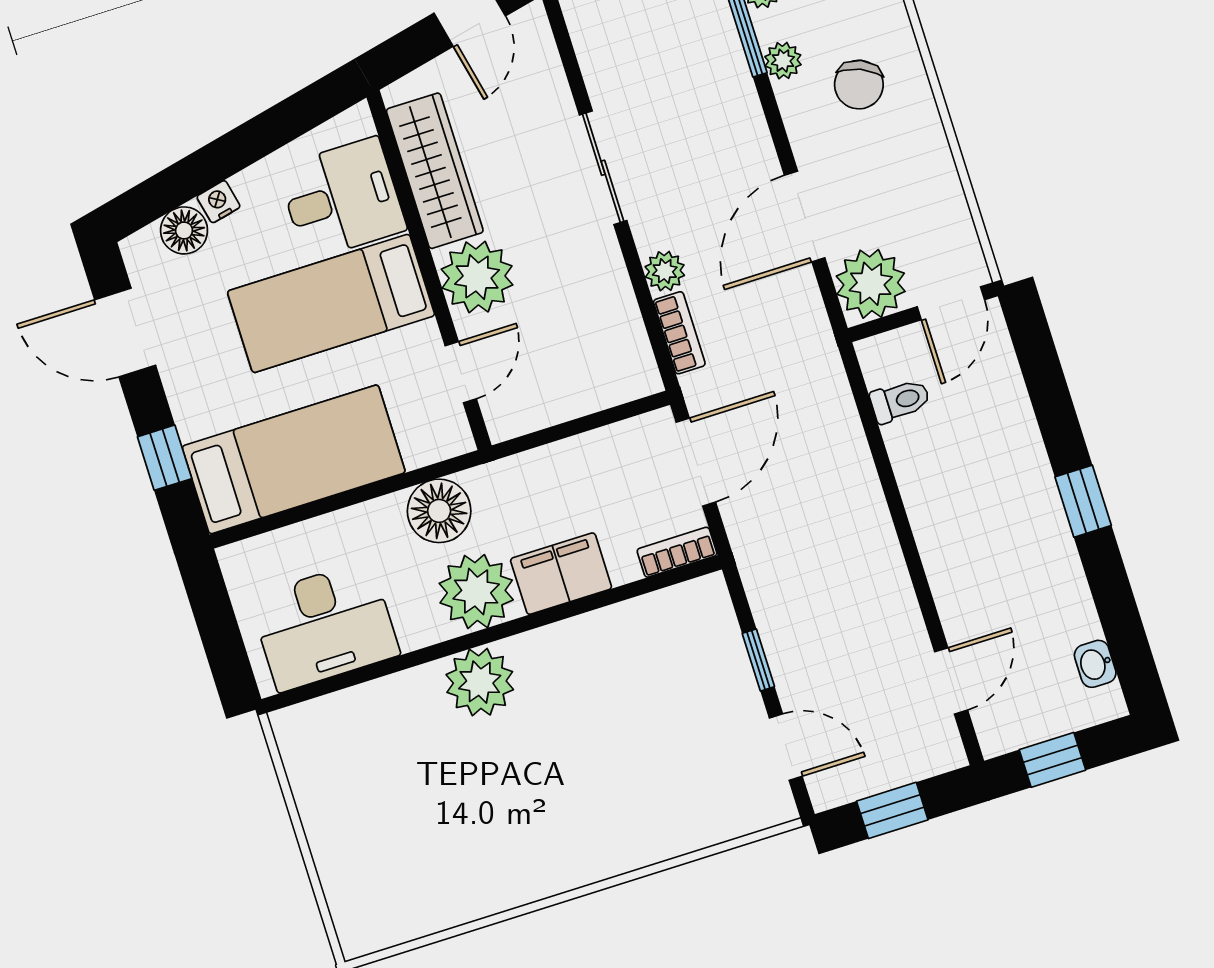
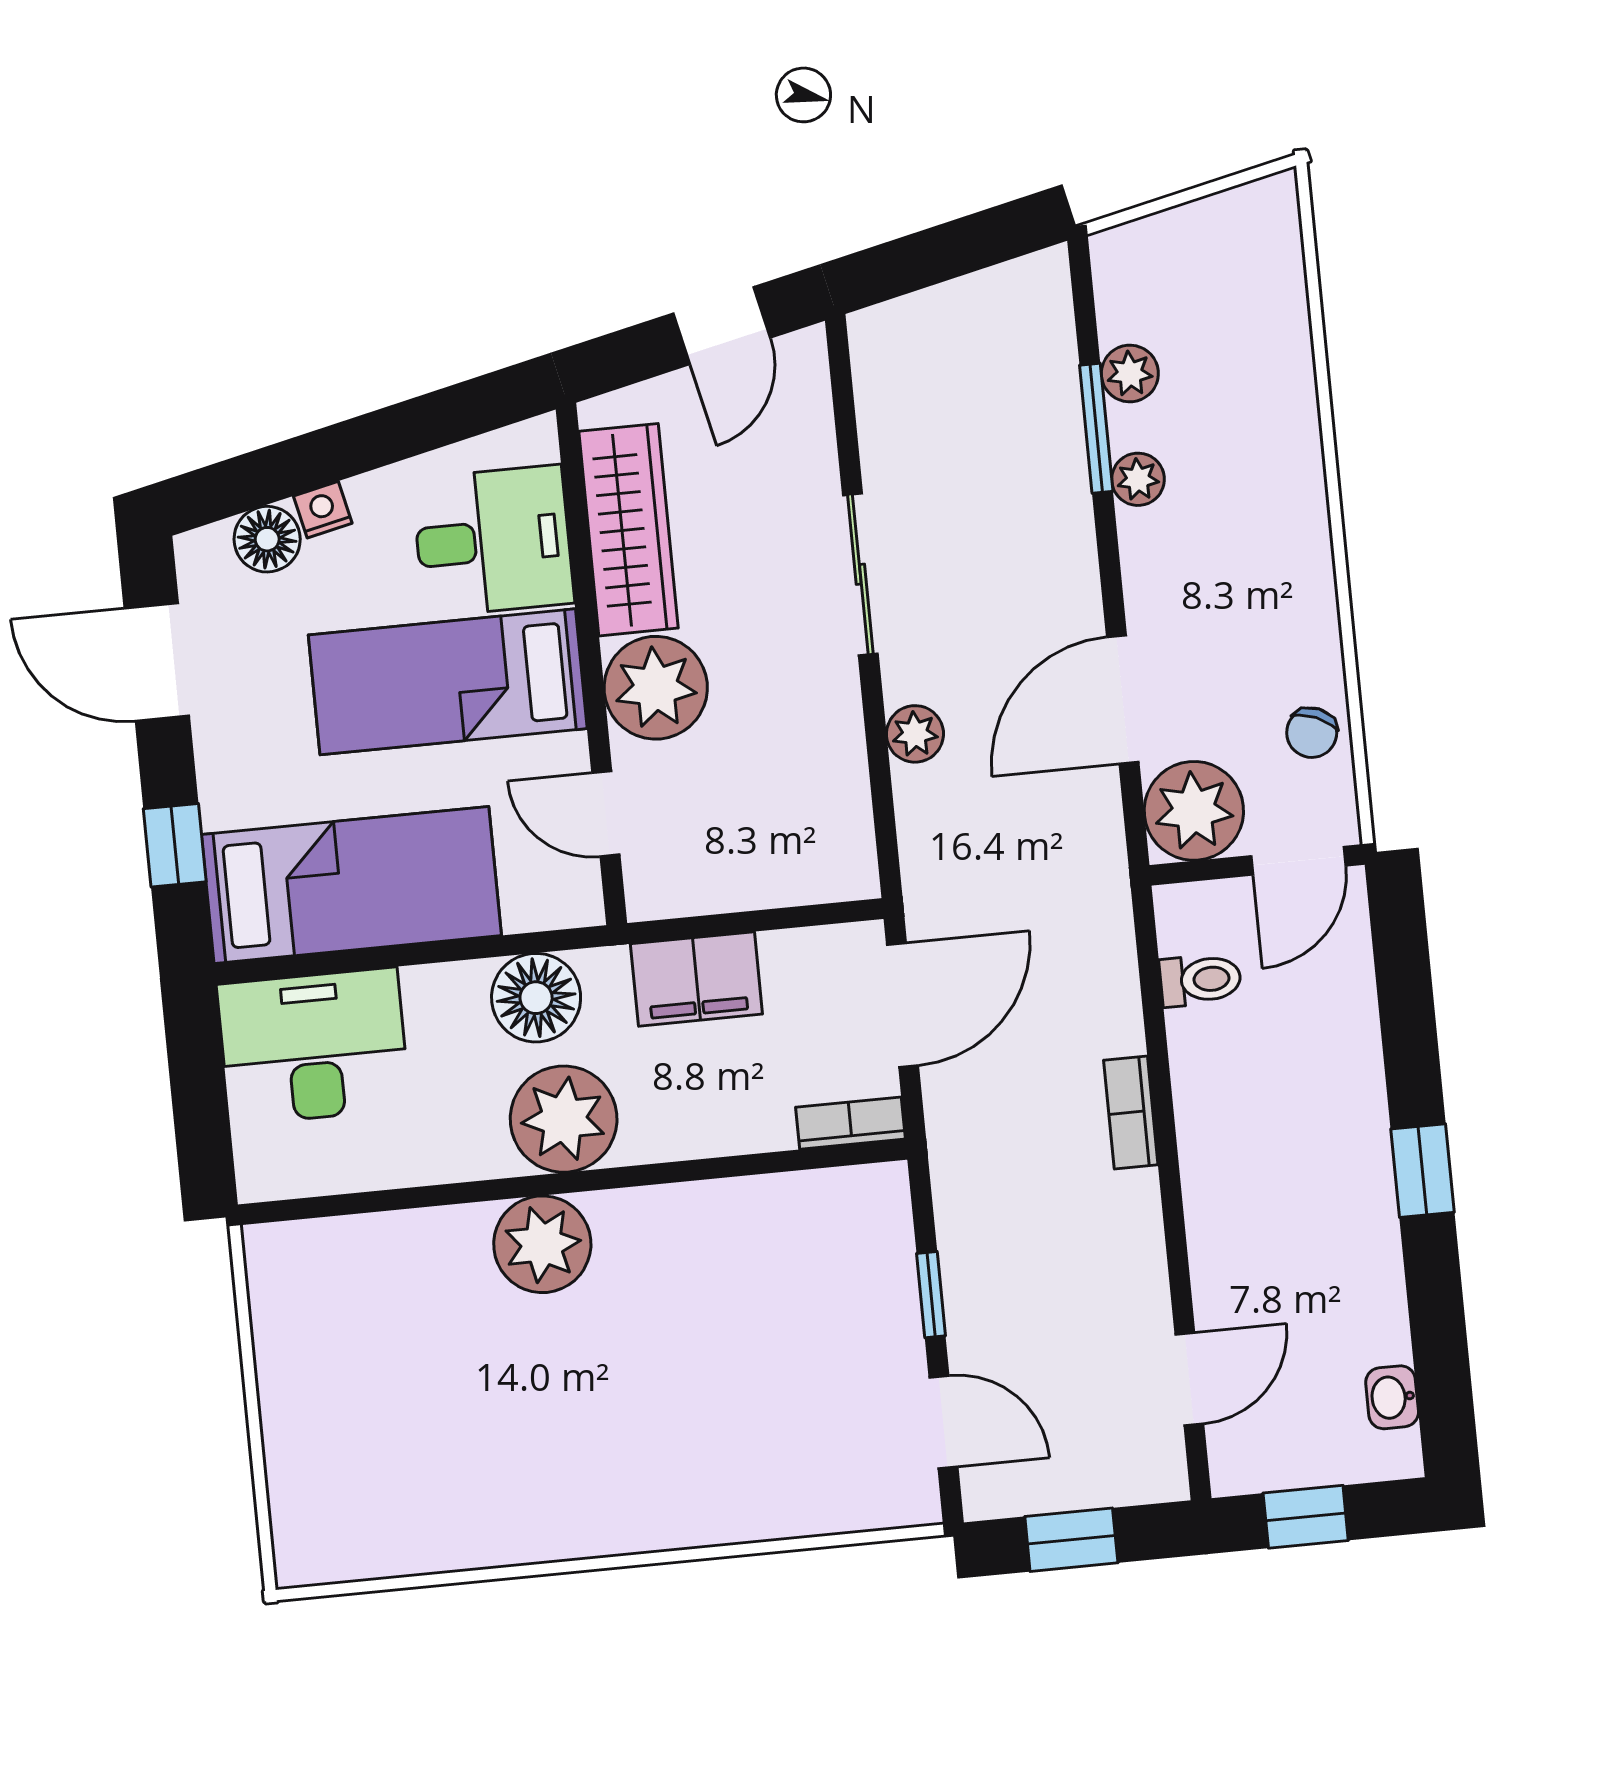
chair: (859, 85) -> (1312, 733), moved, width x0.73, depth x0.73
bookcase: (679, 333) -> (1131, 1113), moved, turned 180
door: (461, 372) -> (606, 814), swing flipped
filing cabinet: (561, 574) -> (696, 979), moved, turned 180
desk: (324, 626) -> (313, 1046), moved, turned 180

